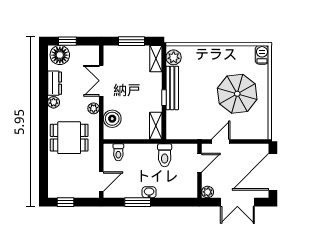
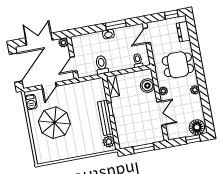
barbecue: (262, 55) -> (31, 102), moved
shelving: (156, 59) -> (122, 138), removed
dresser: (55, 83) -> (183, 32), moved
door: (221, 142) -> (49, 86), moved

